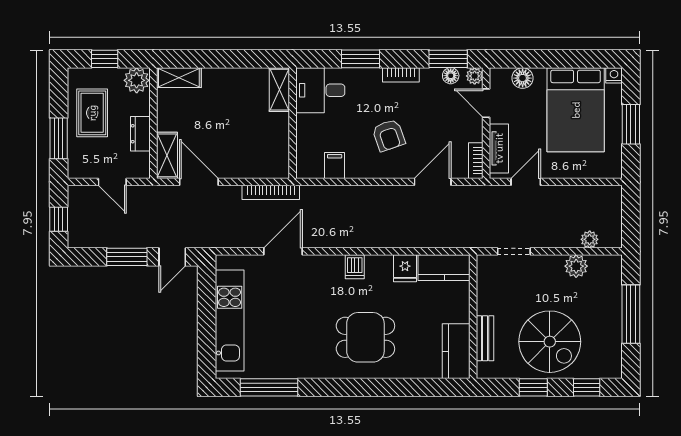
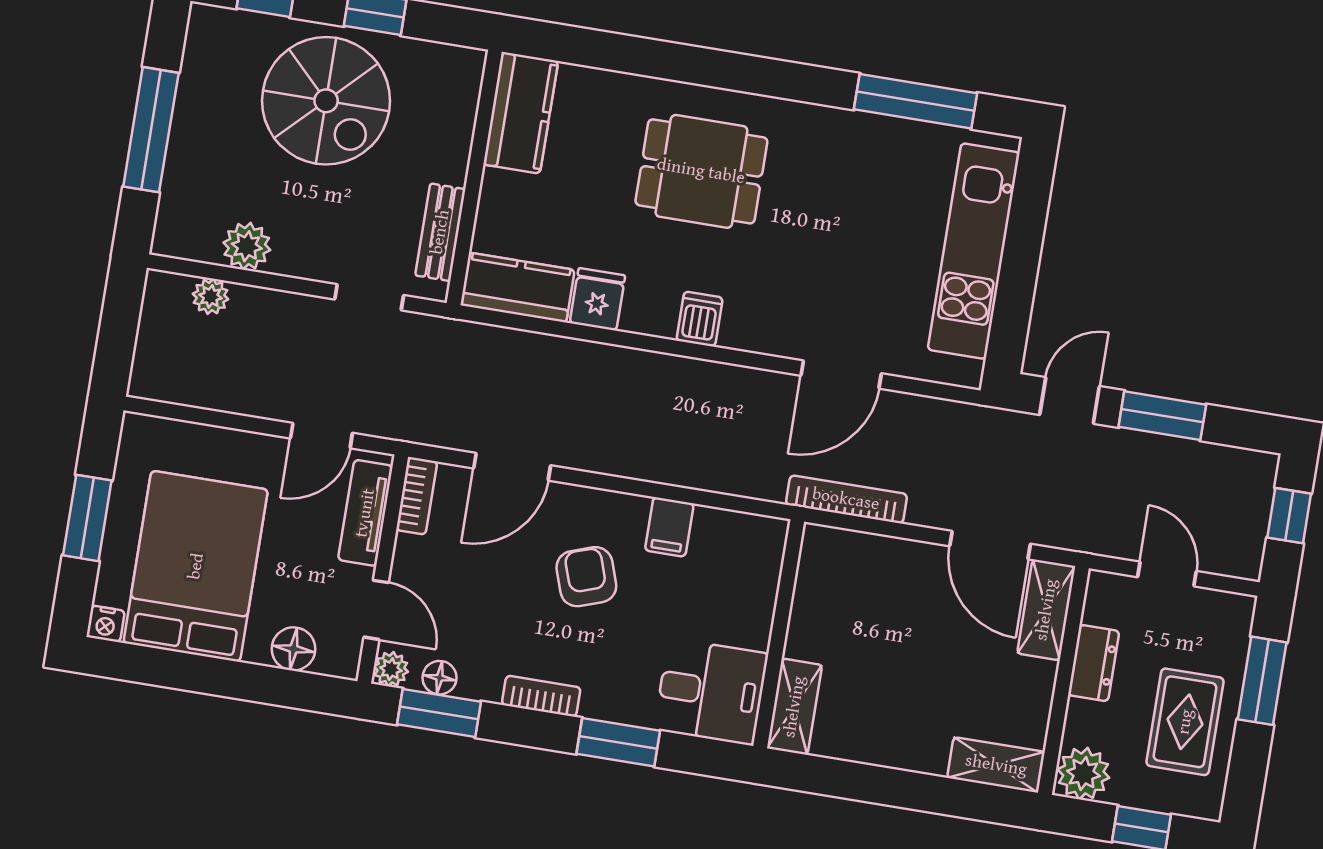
filing cabinet: (335, 165) -> (669, 527), moved
bench: (485, 338) -> (440, 232), moved
spiral stairs: (550, 342) -> (326, 101), turned 180

